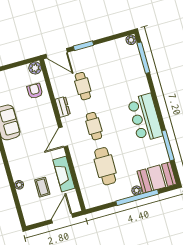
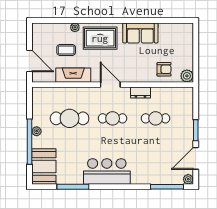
door: (57, 53) -> (196, 158), moved
rug: (23, 159) -> (100, 38), added
plant: (137, 190) -> (37, 131), moved

